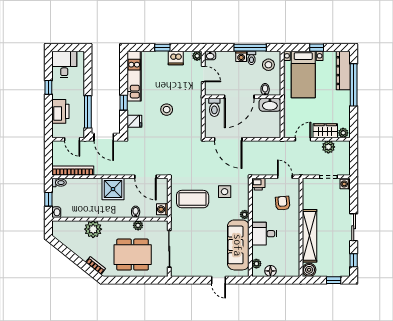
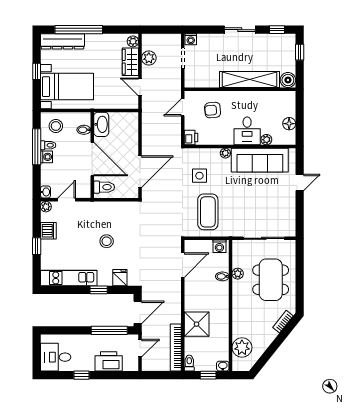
shower: (113, 189) -> (197, 324), moved
plant: (93, 229) -> (242, 347), moved
plant: (256, 264) -> (266, 140), moved

